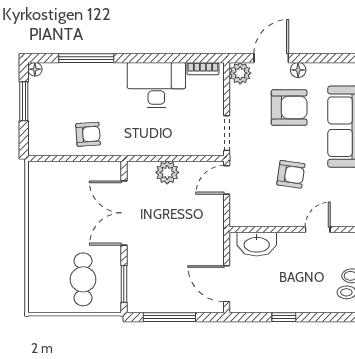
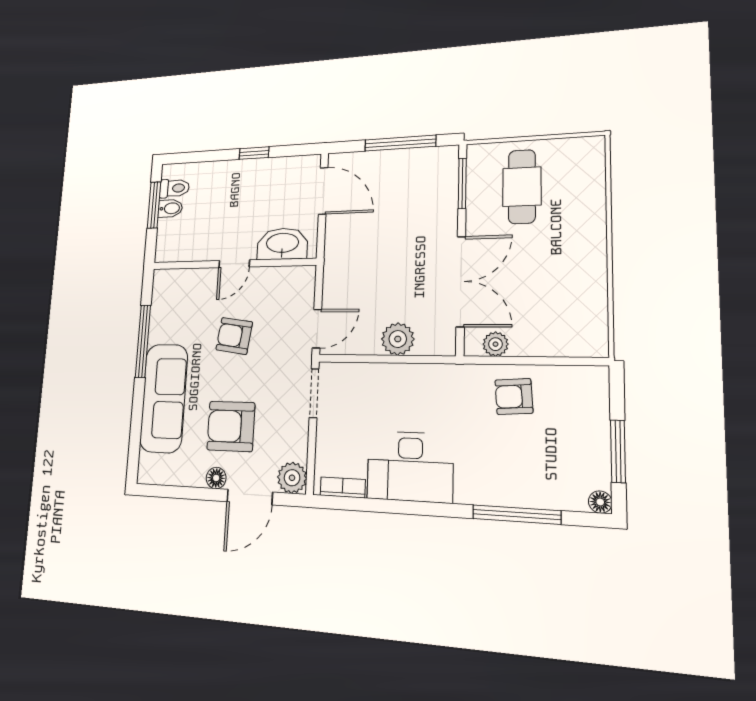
plant: (100, 169) -> (496, 344), added
door: (318, 230) -> (234, 264), moved

